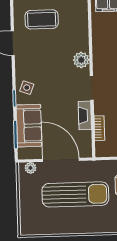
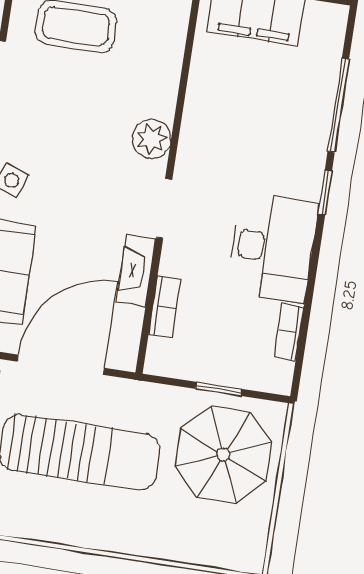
door: (61, 160) -> (61, 365), hinge flipped

